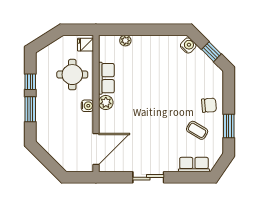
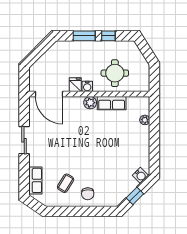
fridge: (85, 45) -> (75, 85), moved
window: (229, 126) -> (69, 211), removed

